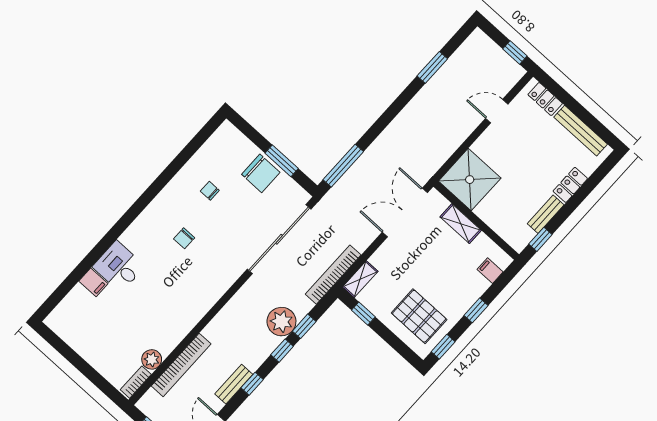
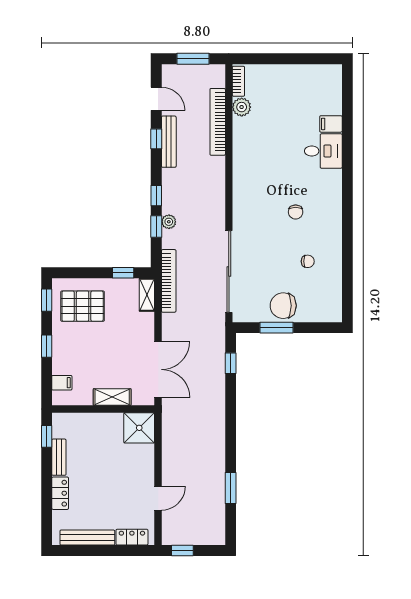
window: (343, 166) -> (231, 363), width x0.46
shower: (470, 180) -> (139, 428), width x0.73, depth x0.73
chair: (184, 238) -> (296, 212), turned 180
plant: (281, 322) -> (169, 222), width x0.53, depth x0.53
bench: (234, 384) -> (169, 142), width x1.36
window: (252, 384) -> (156, 139), moved

